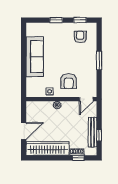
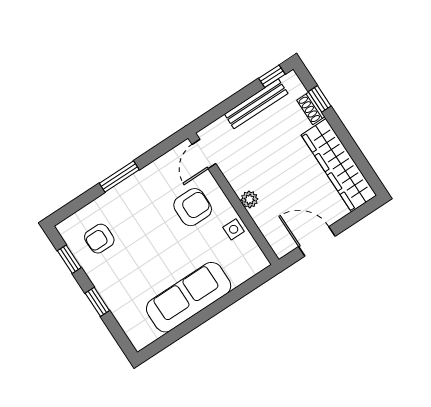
door: (86, 99) -> (204, 154), swing flipped
door: (24, 131) -> (317, 241), moved
window: (99, 135) -> (272, 76), moved

